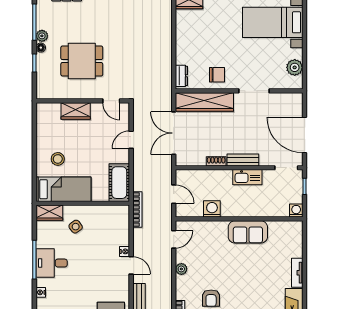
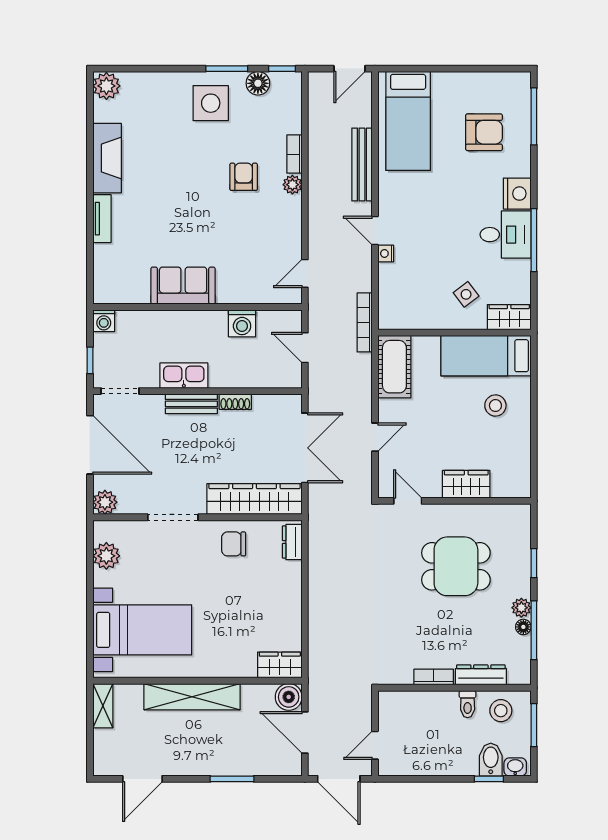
floor lamp: (41, 48) -> (523, 627), moved
plant: (295, 100) -> (105, 502), added
plant: (181, 269) -> (292, 185), moved
nightstand: (41, 292) -> (517, 194), width x1.89, depth x1.79

